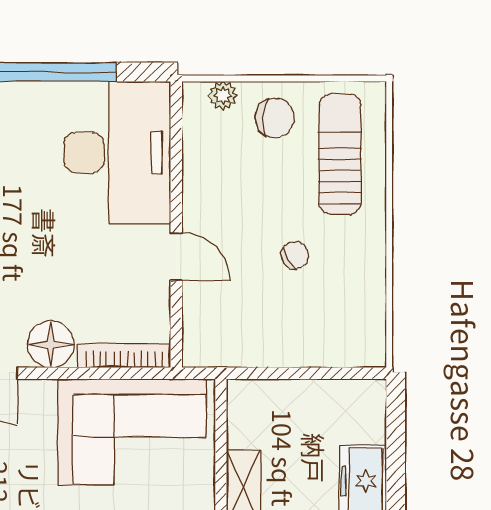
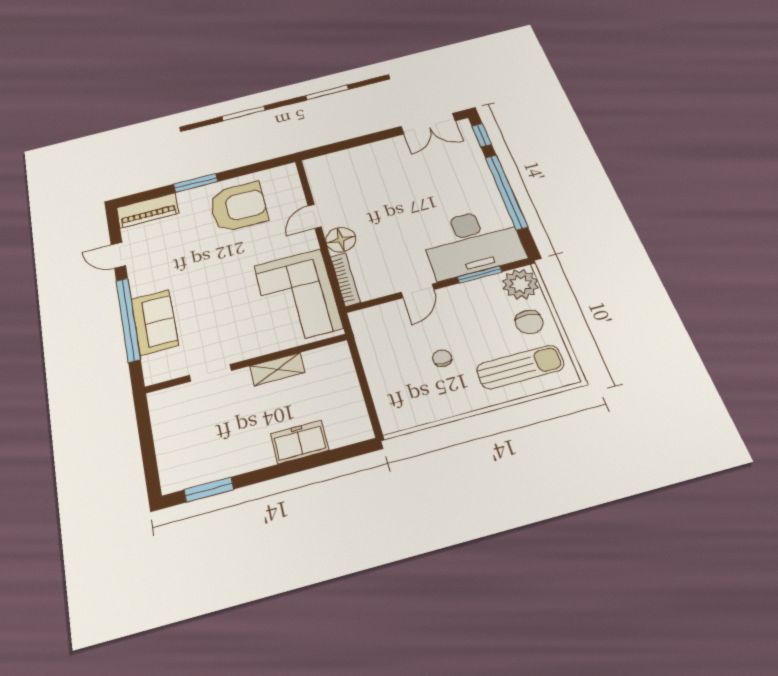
plant: (223, 96) -> (520, 284), width x1.87, depth x1.87
window: (176, 160) -> (480, 275), added
chair: (295, 255) -> (442, 358), turned -148

